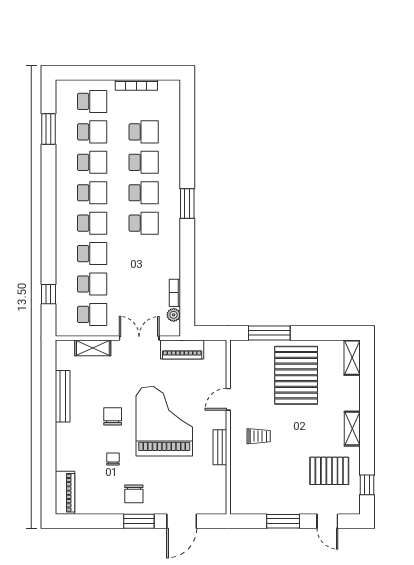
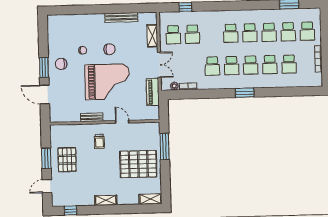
school desk: (92, 254) -> (212, 66), moved
pallet: (329, 471) -> (67, 160), moved
piano: (65, 493) -> (61, 21), removed

